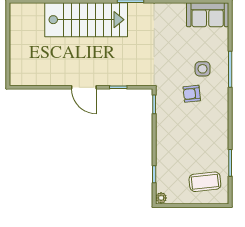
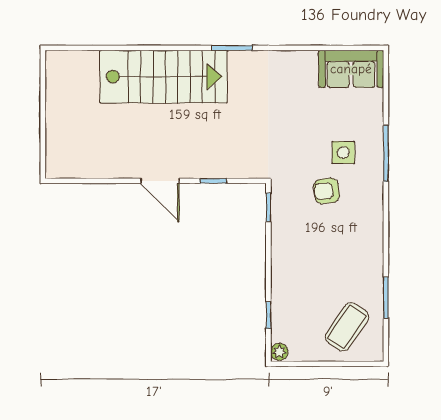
coffee table: (205, 182) -> (347, 327), turned -50

